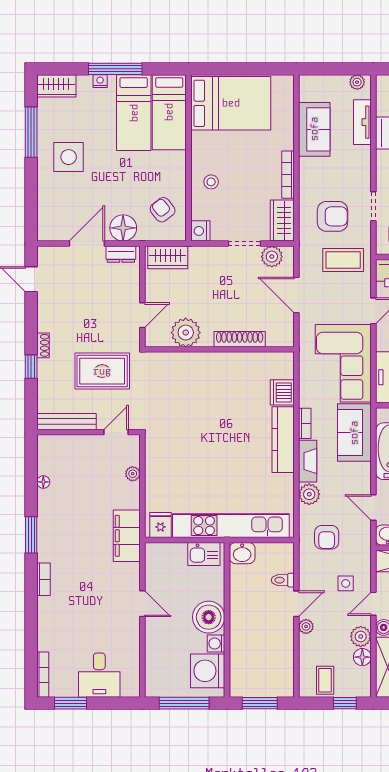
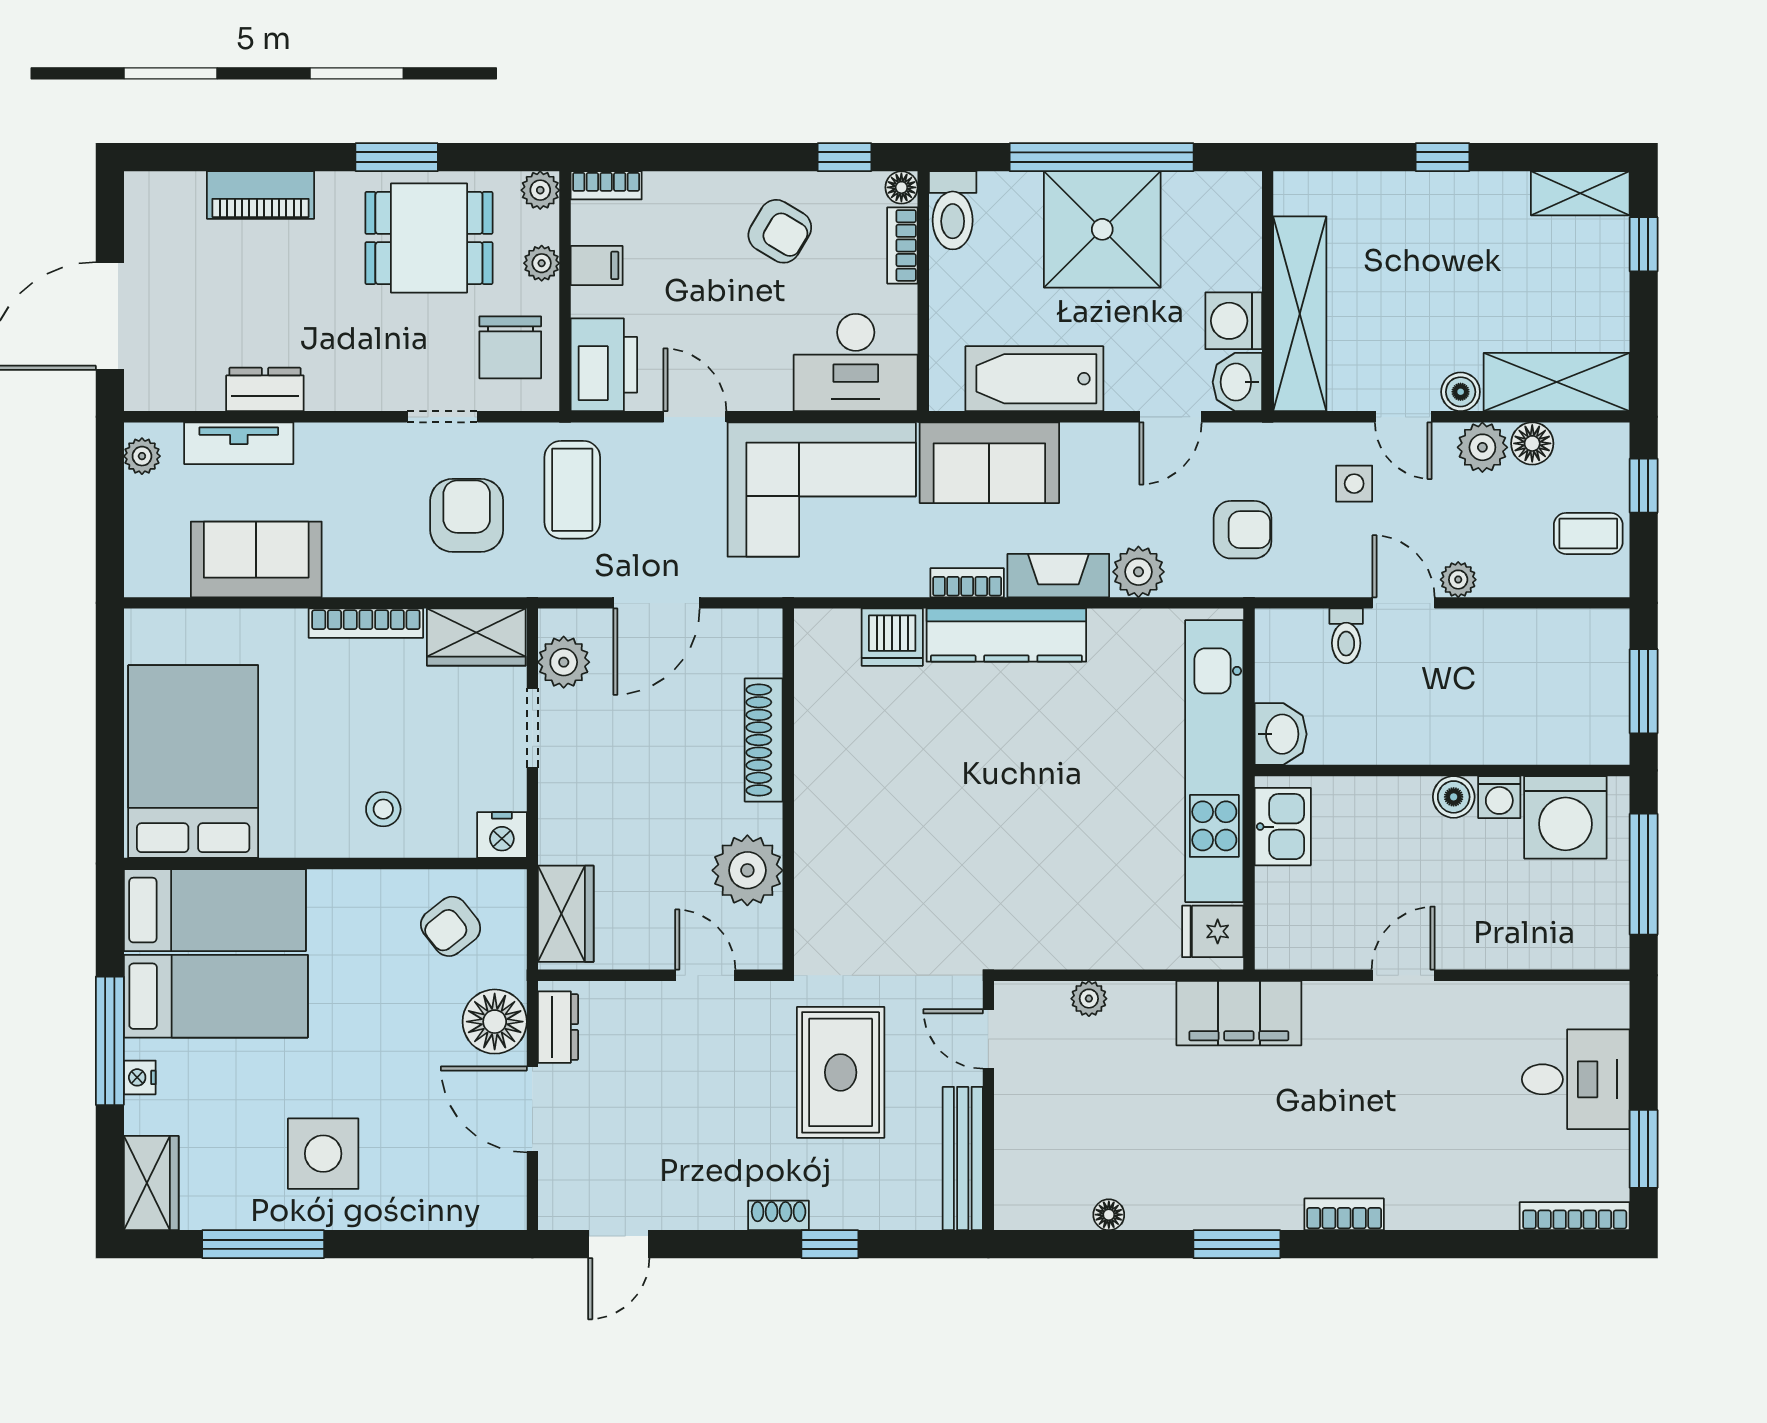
boiler: (209, 617) -> (1454, 797), width x0.54, depth x0.54

